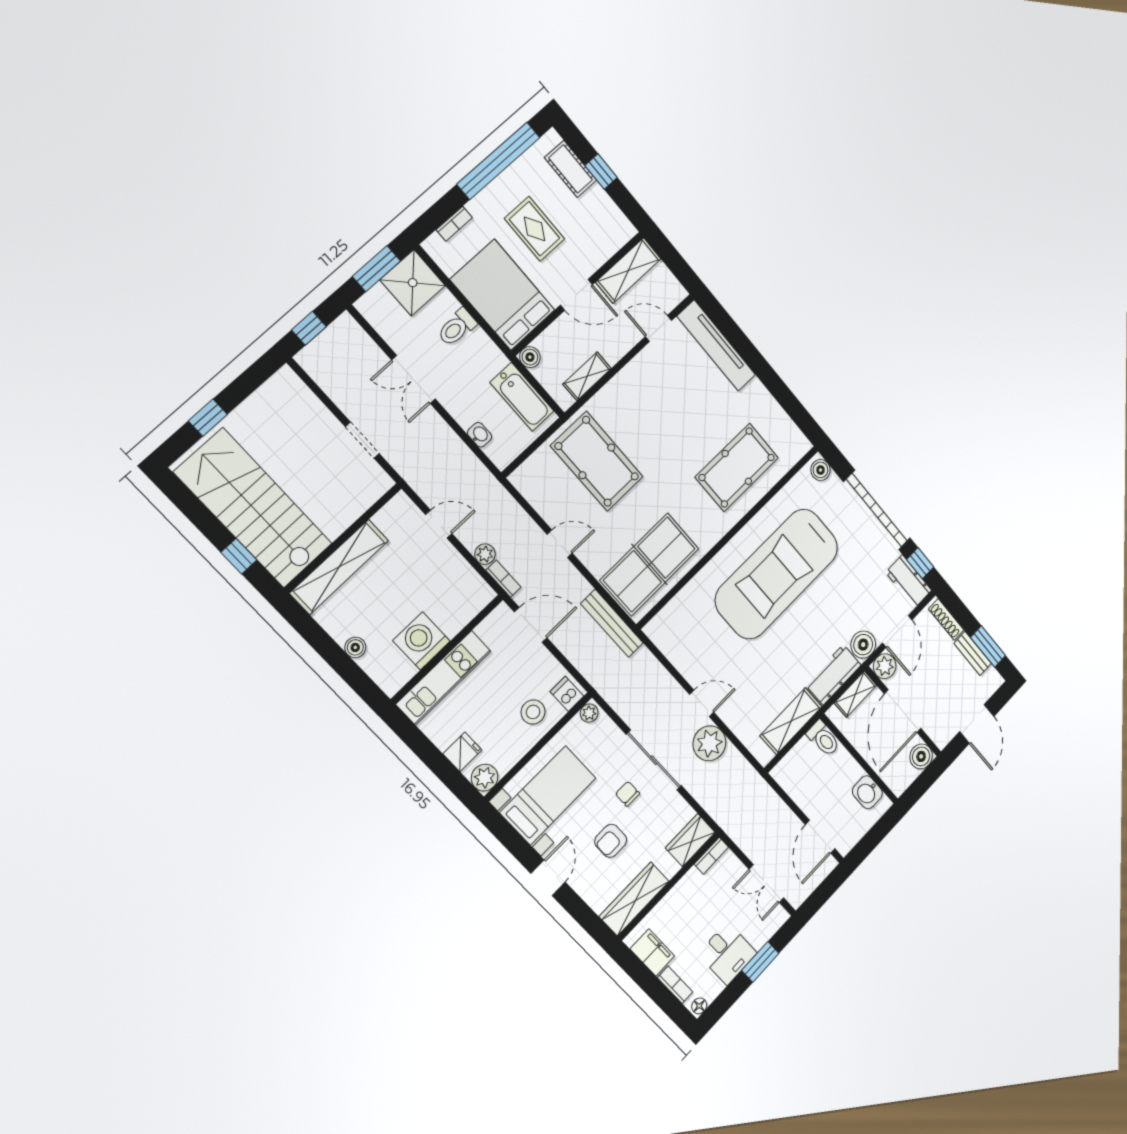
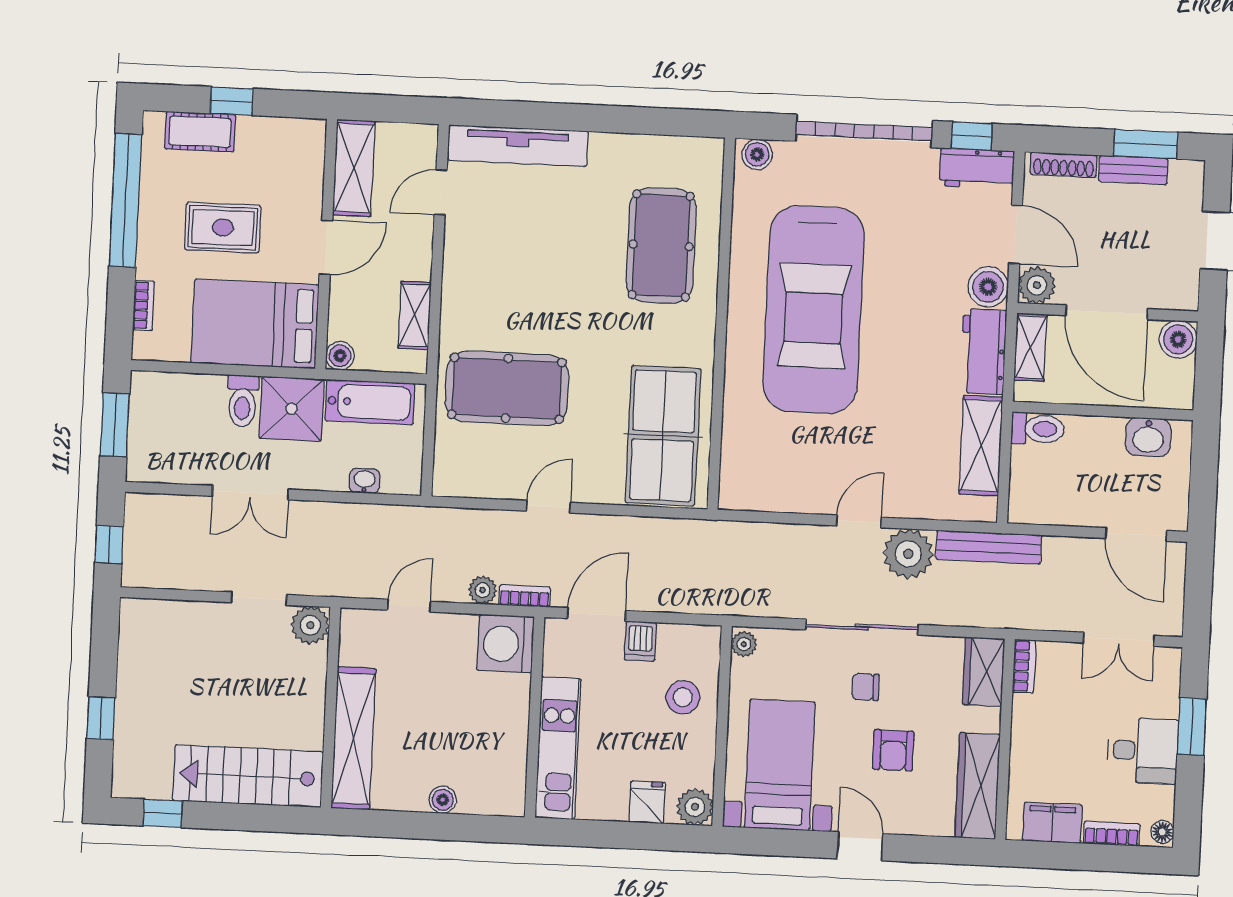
shower: (413, 283) -> (292, 409), moved
plant: (376, 482) -> (310, 625), added
stairs: (254, 508) -> (248, 776), width x0.73, depth x0.66
window: (239, 556) -> (163, 813), moved
bench: (612, 623) -> (989, 547), moved
washing machine: (421, 641) -> (505, 644), moved
dishwasher: (567, 694) -> (640, 641), moved, turned -90

